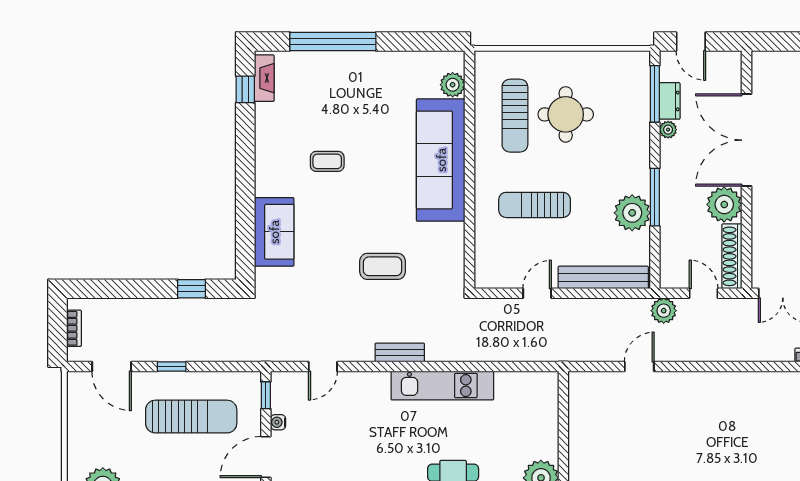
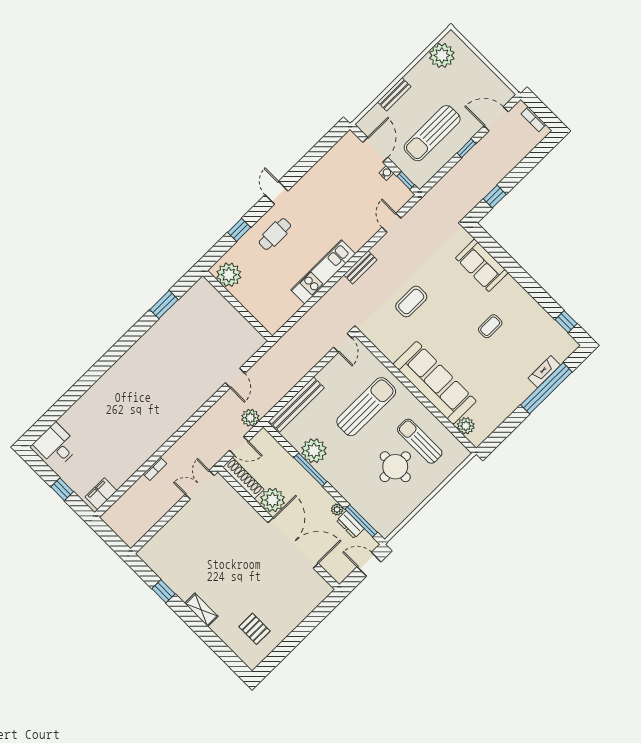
fireplace: (264, 78) -> (544, 372), moved, turned 90
sun lounger: (535, 205) -> (366, 407), width x1.36, depth x1.34
door: (537, 293) -> (343, 343), moved

